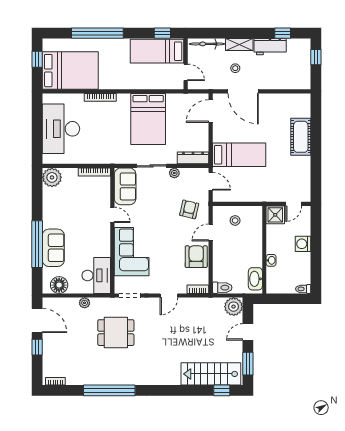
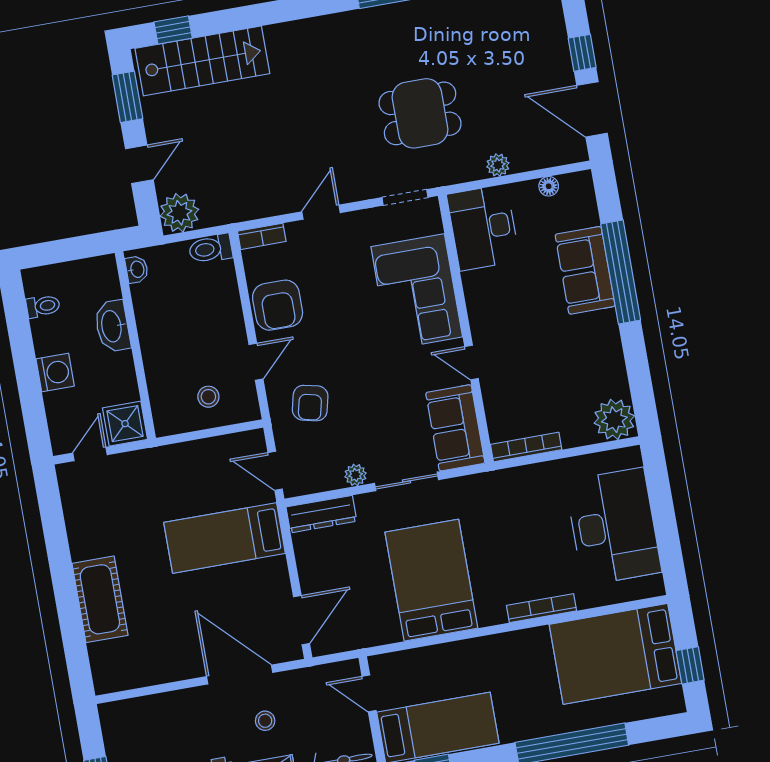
washbasin: (271, 260) -> (112, 326), width x1.91, depth x1.45
washbasin: (255, 279) -> (137, 269), width x0.52, depth x0.69
floor lamp: (59, 285) -> (549, 186), width x0.53, depth x0.53
toilet: (303, 289) -> (43, 306), moved

